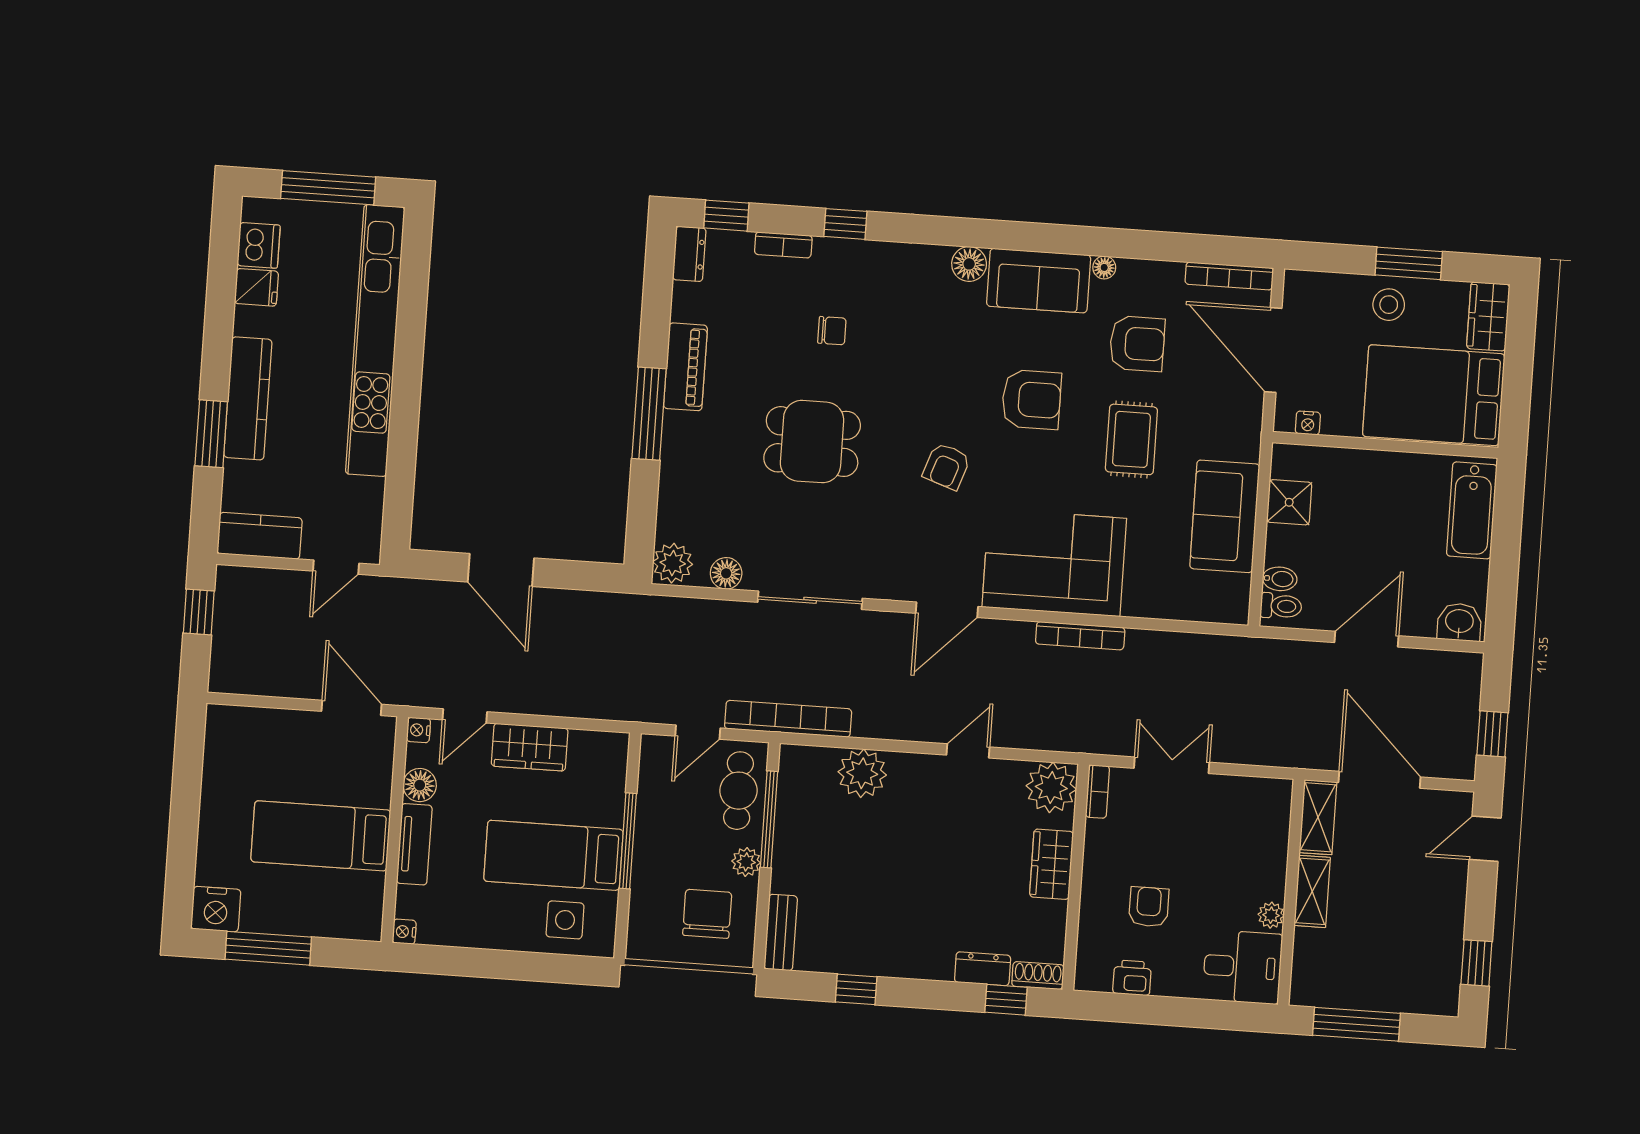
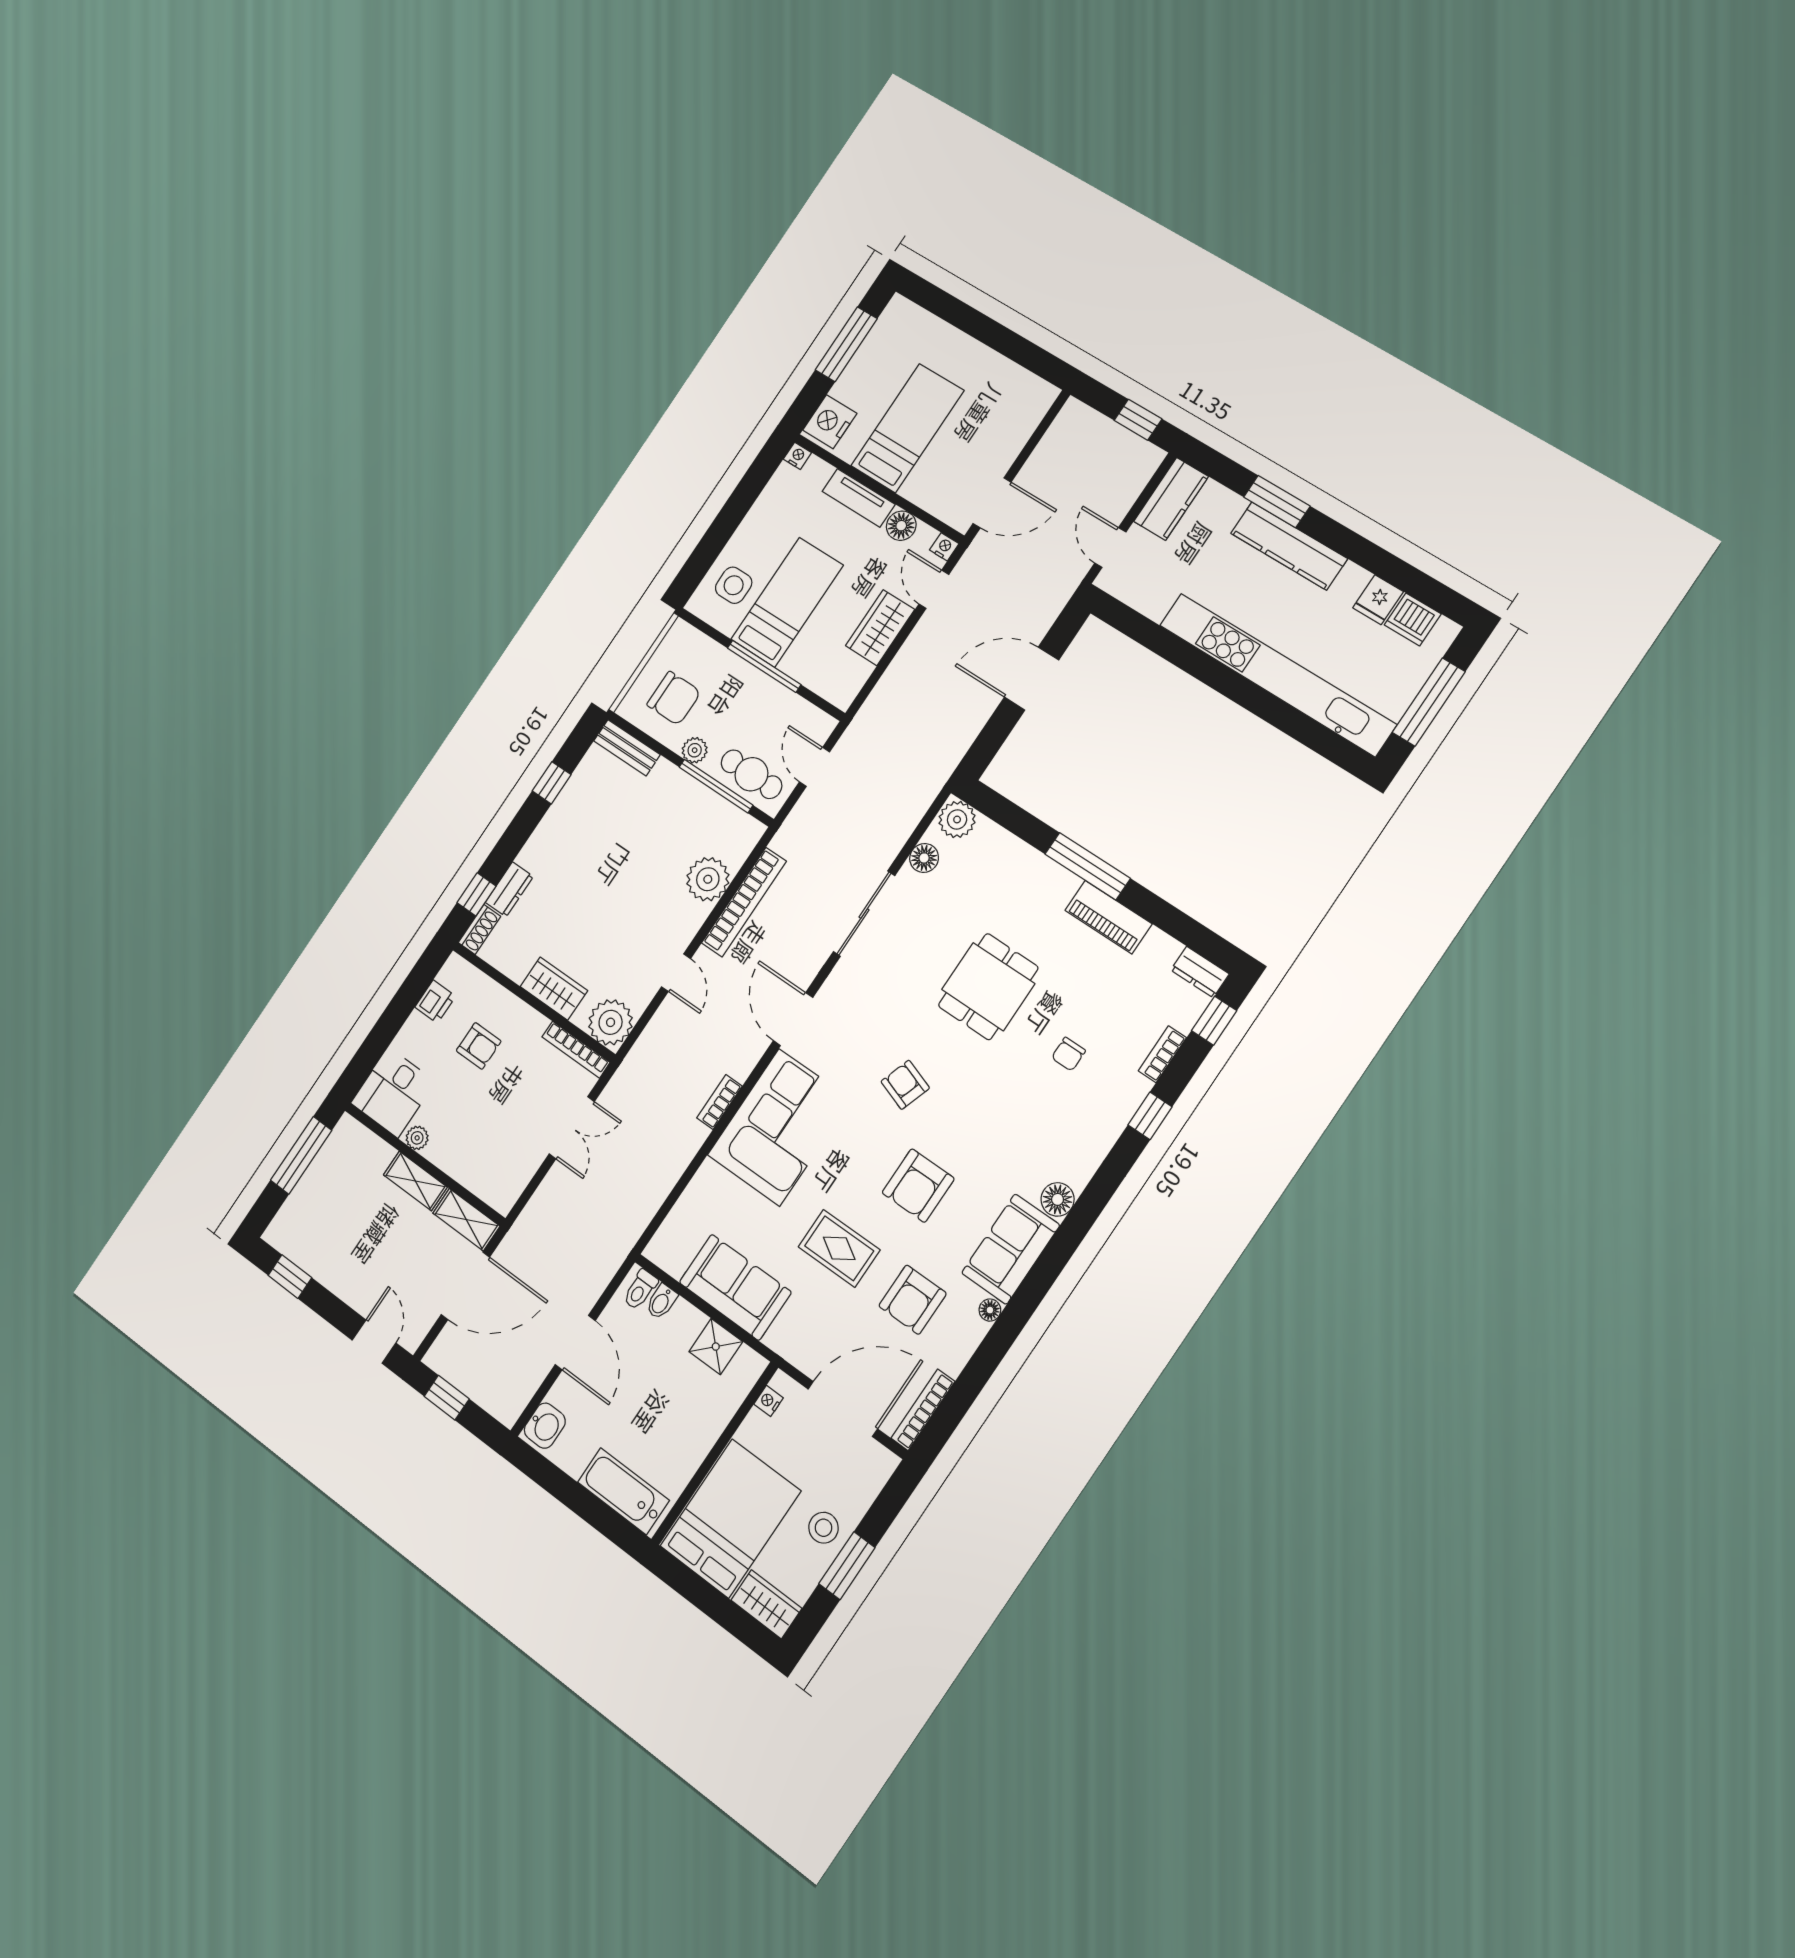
bookcase: (1080, 636) -> (719, 1102), width x0.64
bookcase: (788, 719) -> (744, 902), moved
bookcase: (1097, 792) -> (576, 1050), width x1.56
nightstand: (216, 909) -> (830, 422), moved

